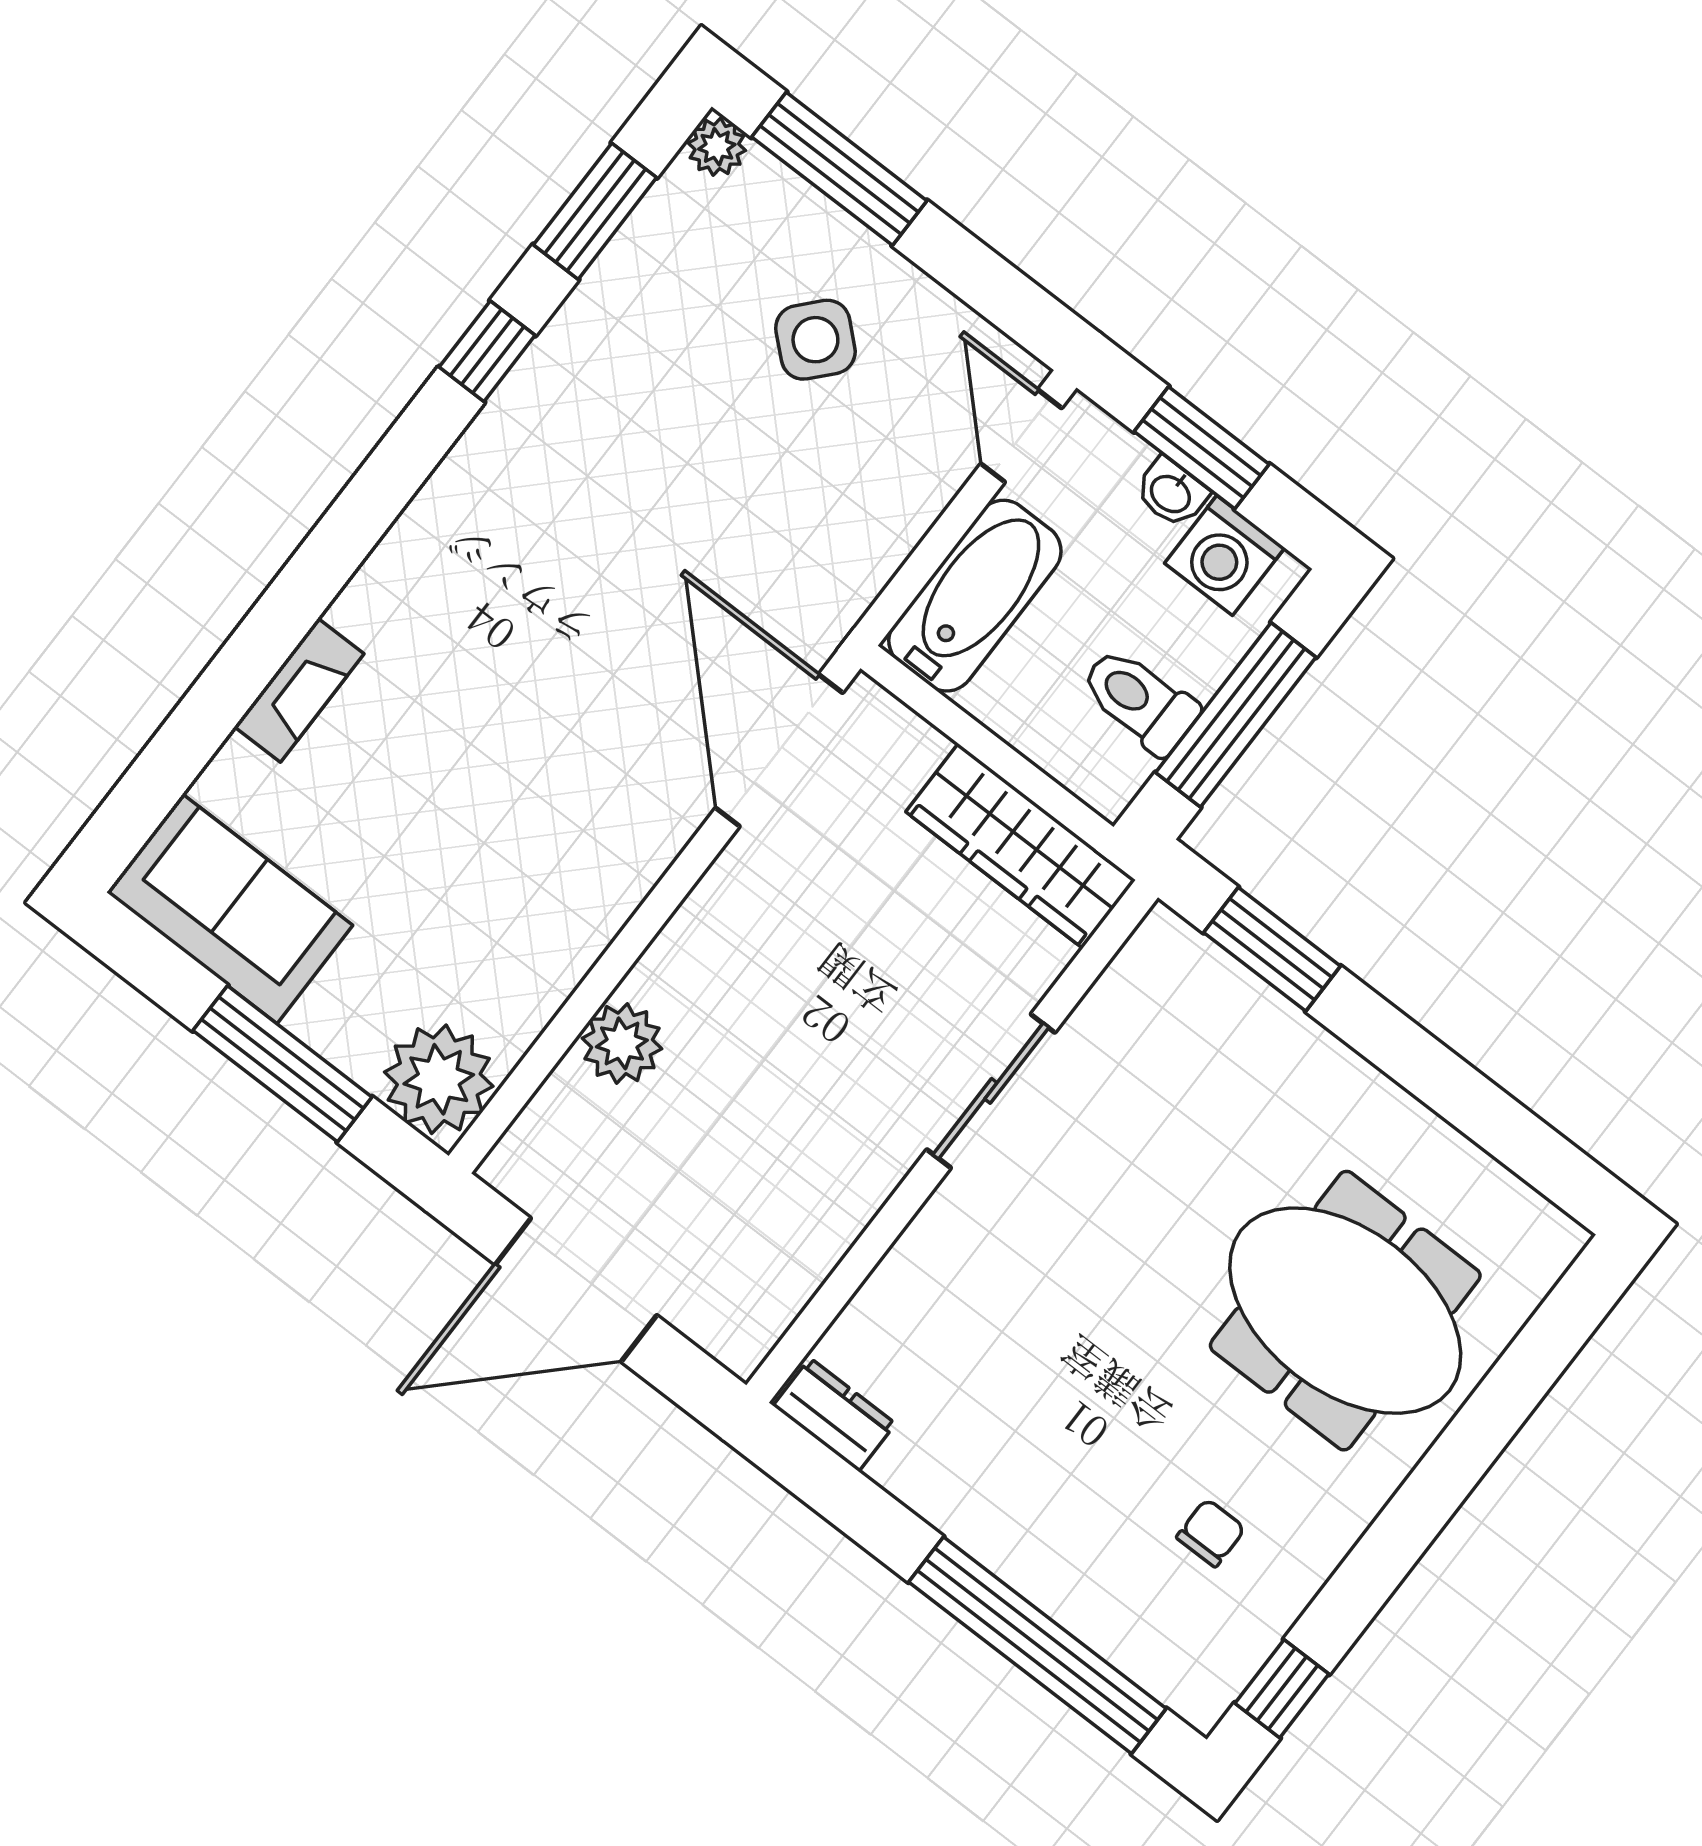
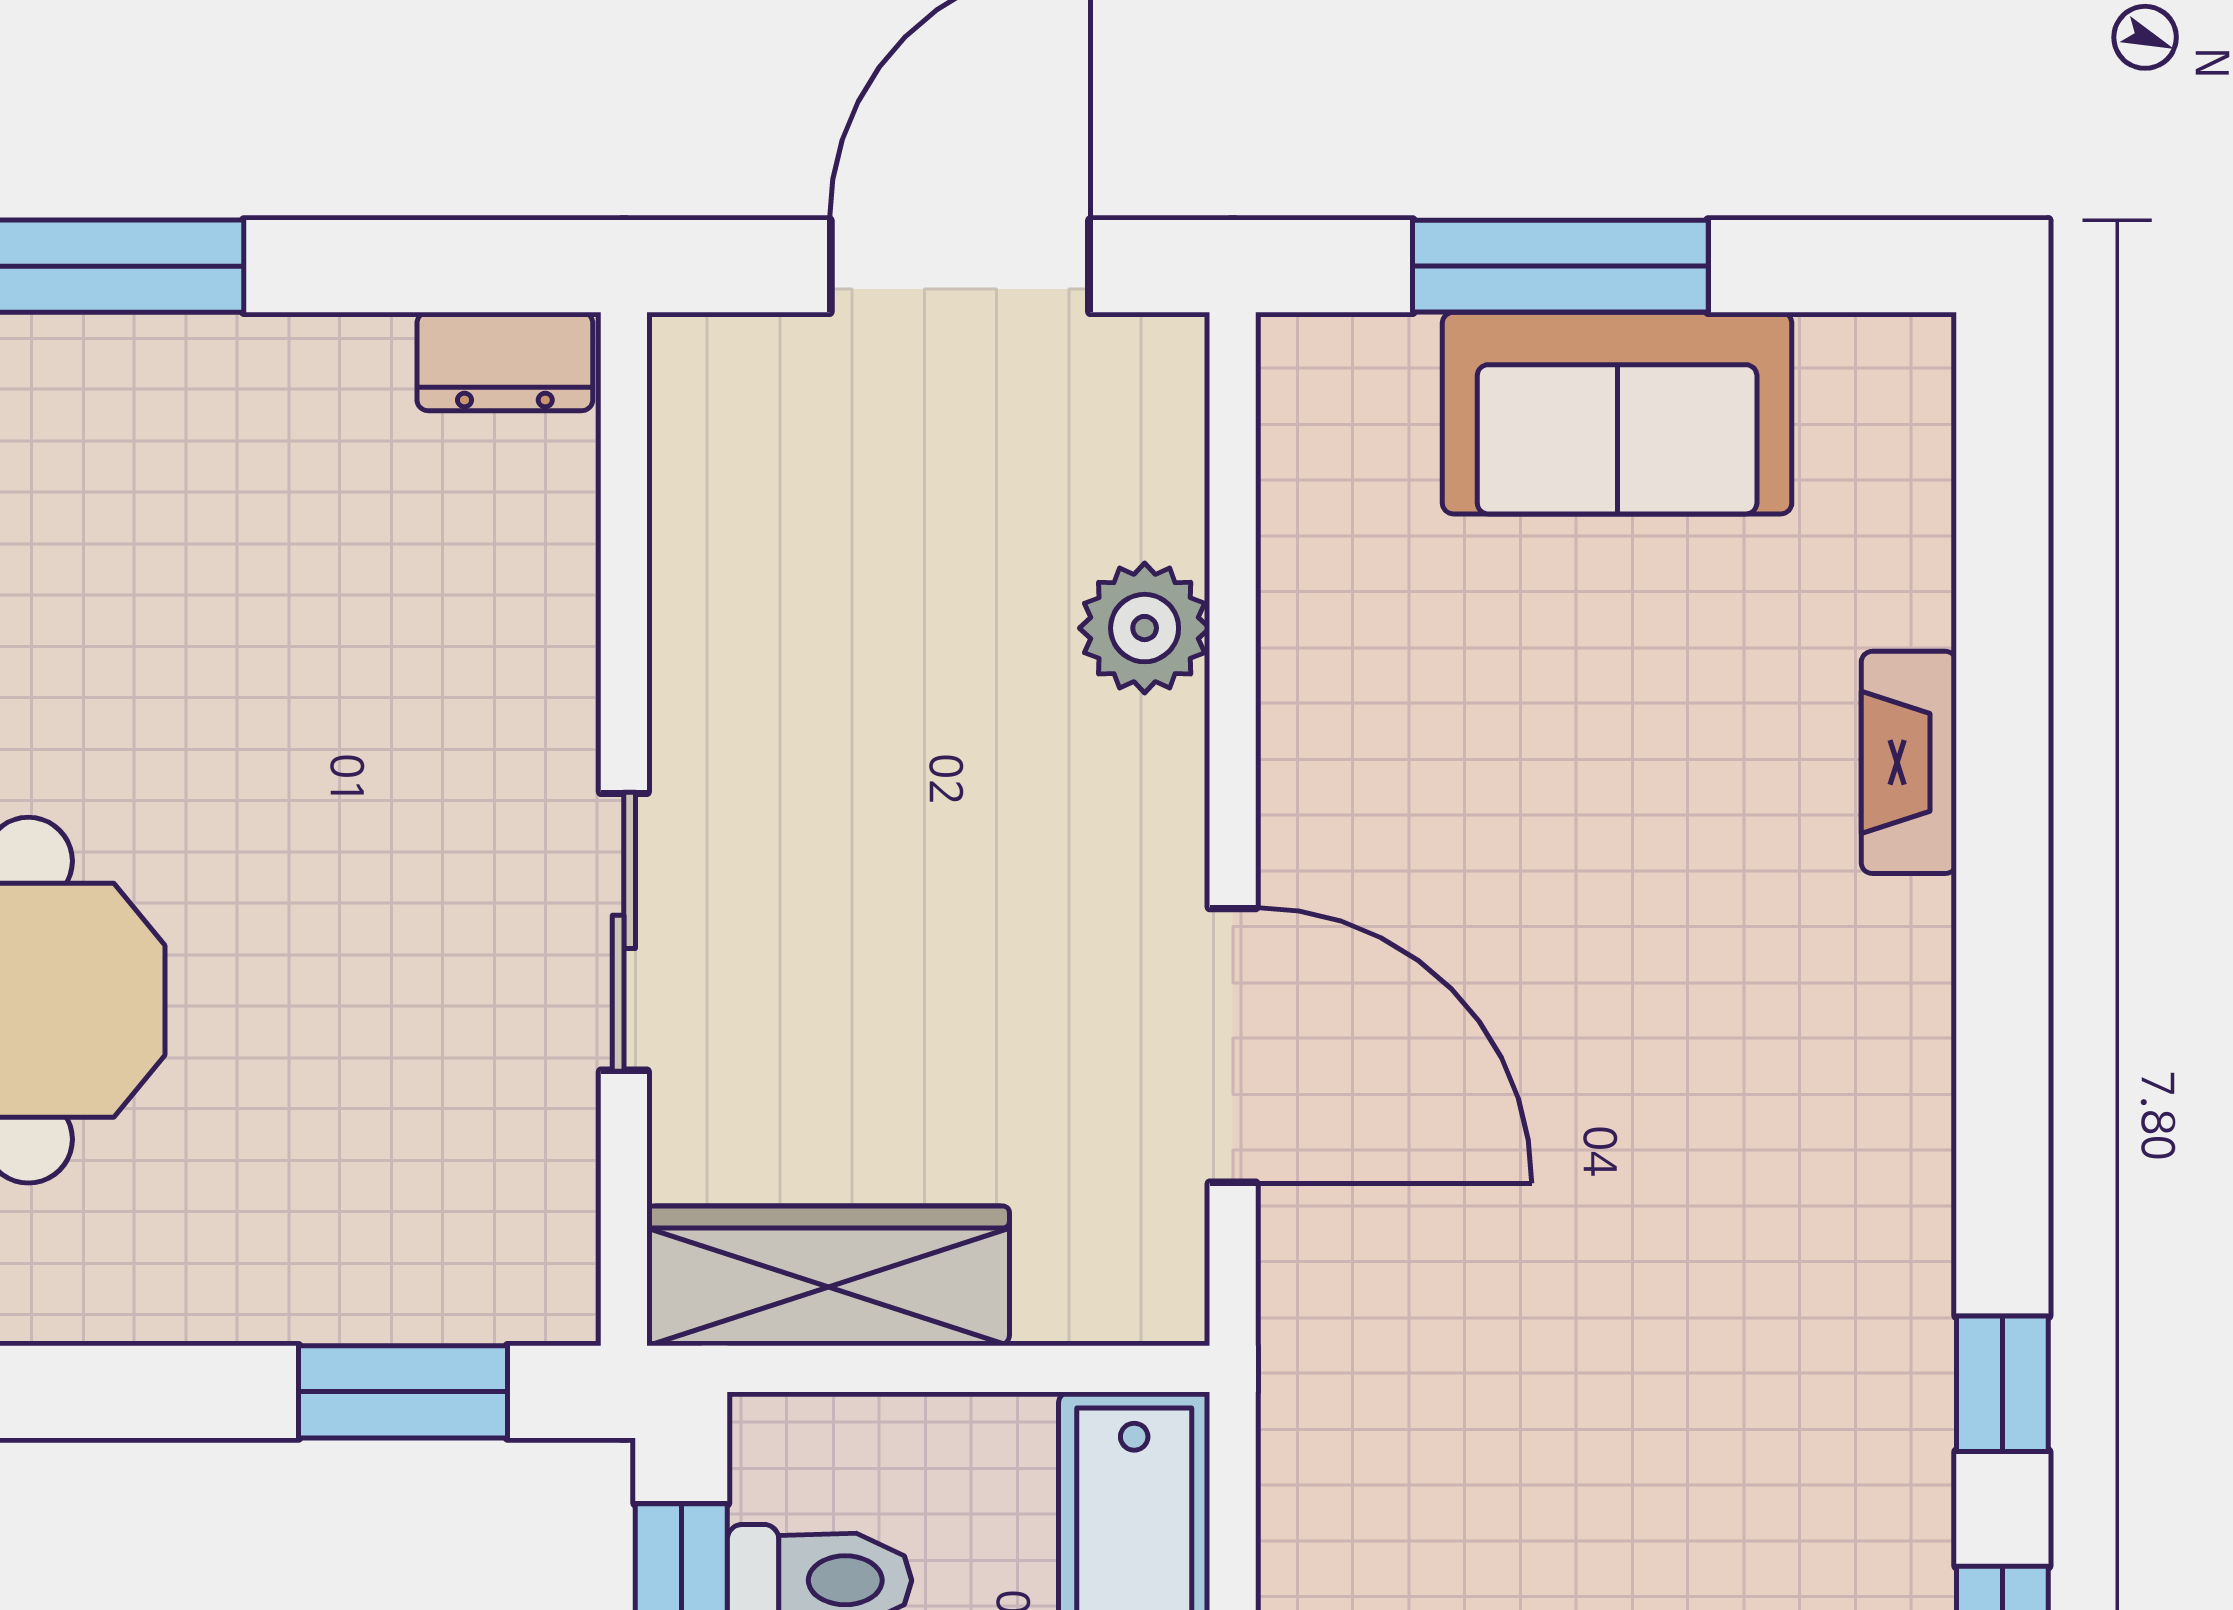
door: (779, 750) -> (1233, 1045), moved
sofa: (230, 909) -> (1617, 413), moved
plant: (439, 1079) -> (1344, 401), removed

